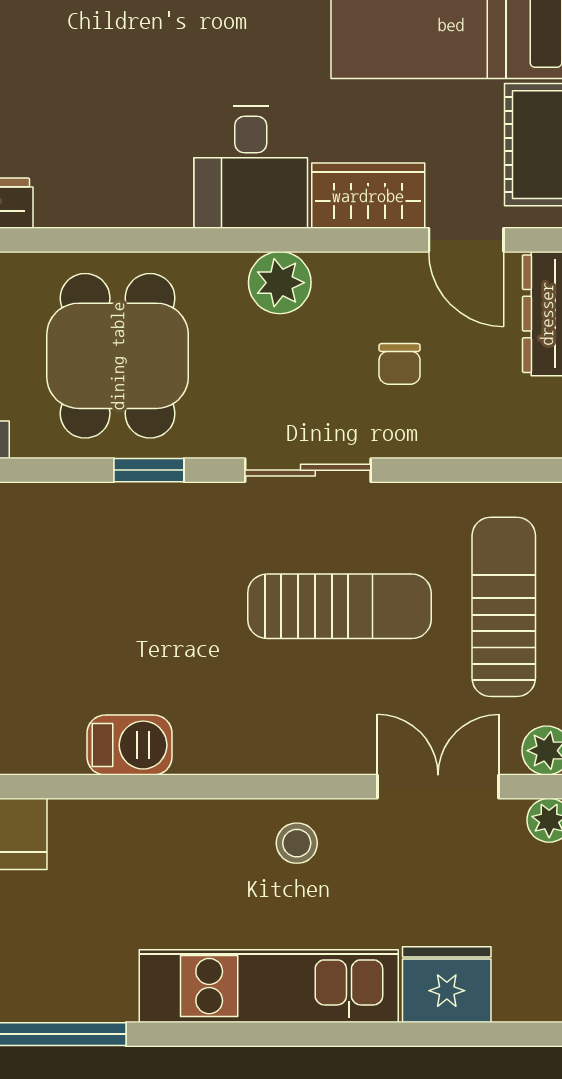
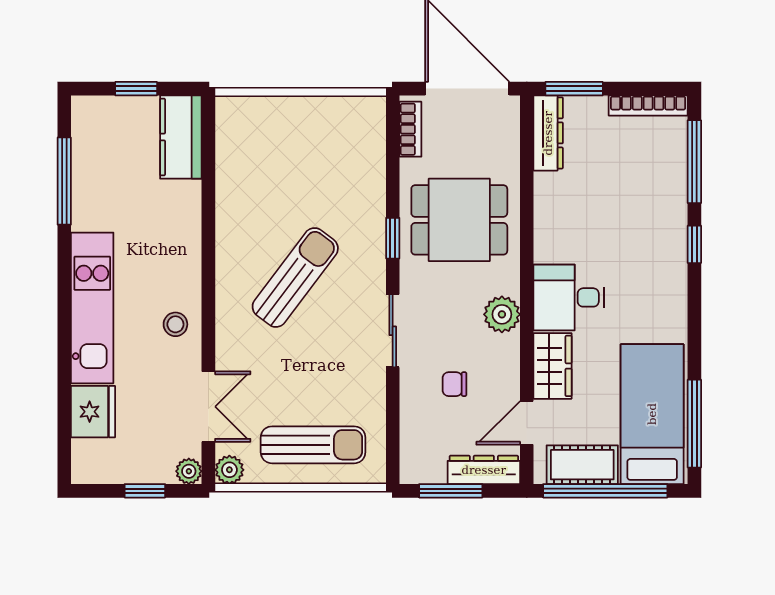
sun lounger: (339, 606) -> (295, 278), moved, turned -143
barbecue: (130, 745) -> (233, 227), removed

